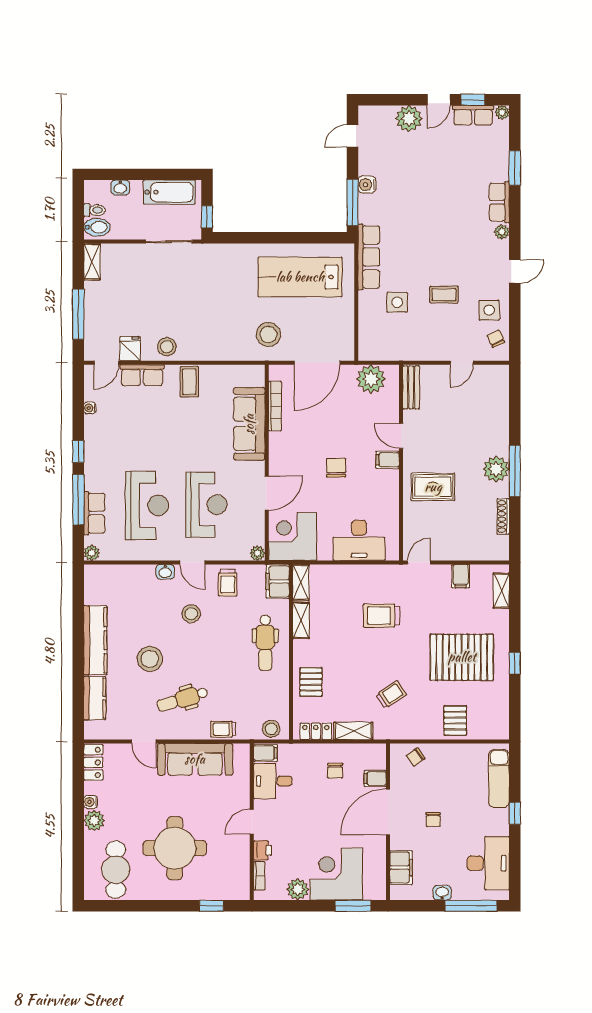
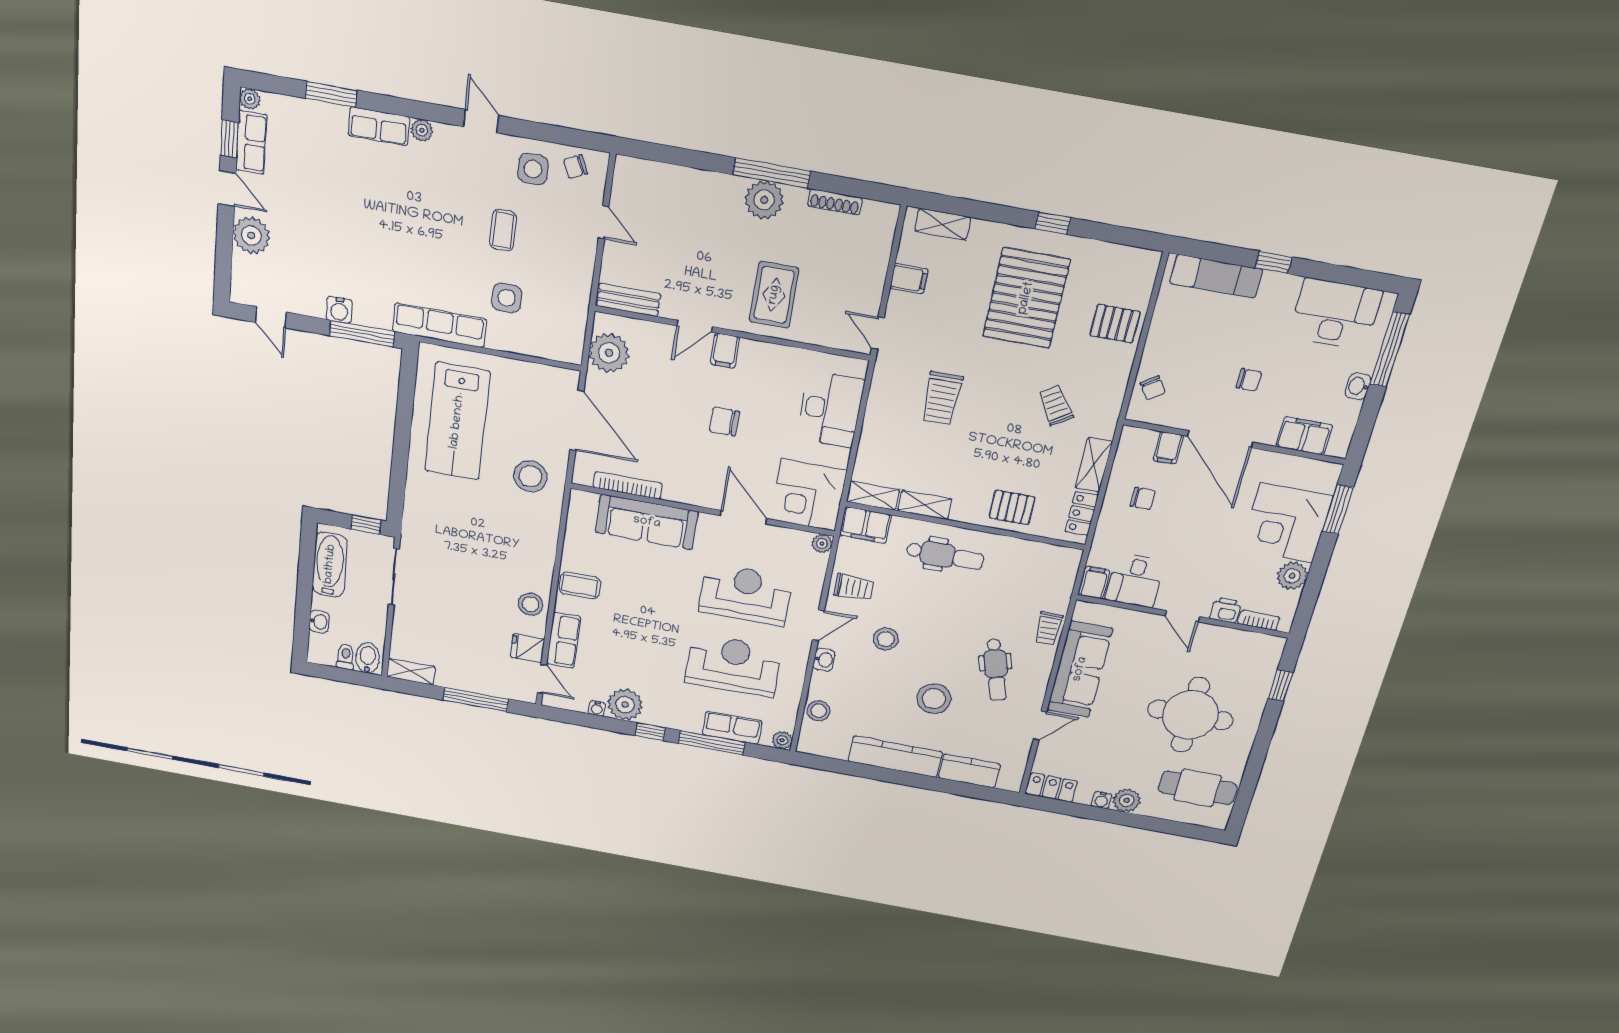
plant: (97, 429) -> (625, 705), added
stool: (271, 729) -> (819, 711), moved

